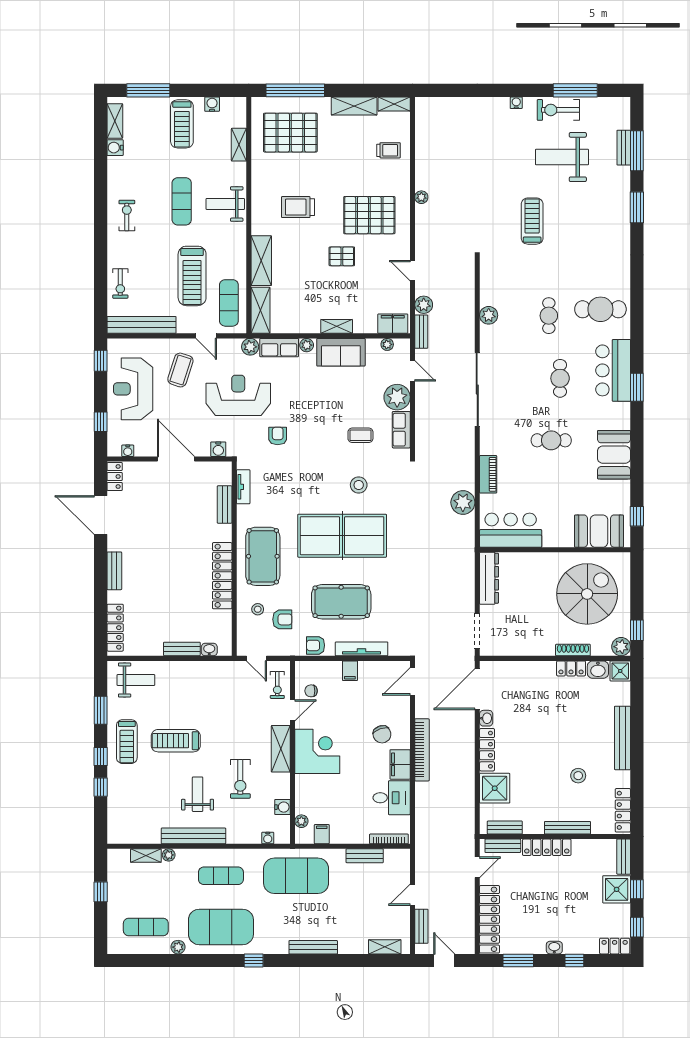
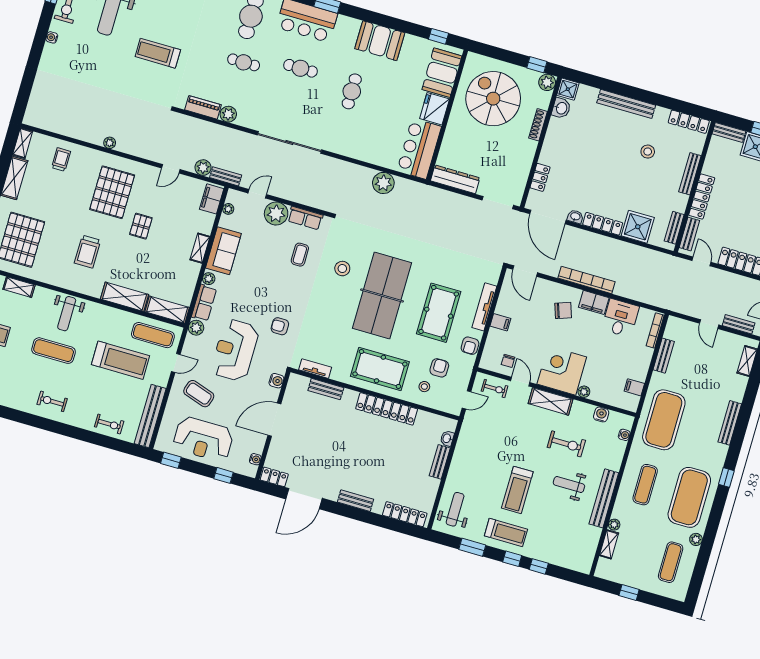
piano: (488, 474) -> (203, 107), moved
fridge: (558, 534) -> (435, 109), added
locker: (571, 668) -> (540, 177), moved
plant: (301, 821) -> (584, 392), moved

